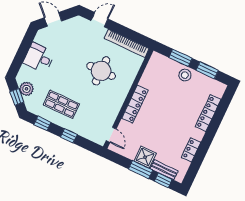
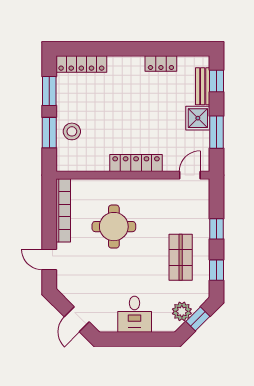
stool: (185, 75) -> (72, 131), moved
locker: (208, 113) -> (81, 64), moved
window: (141, 170) -> (217, 132), moved

